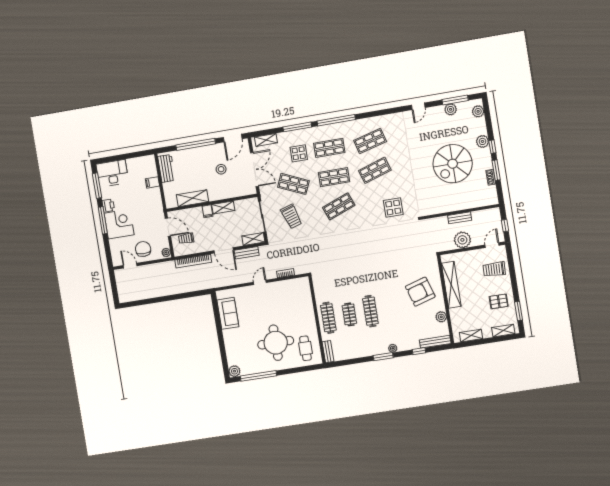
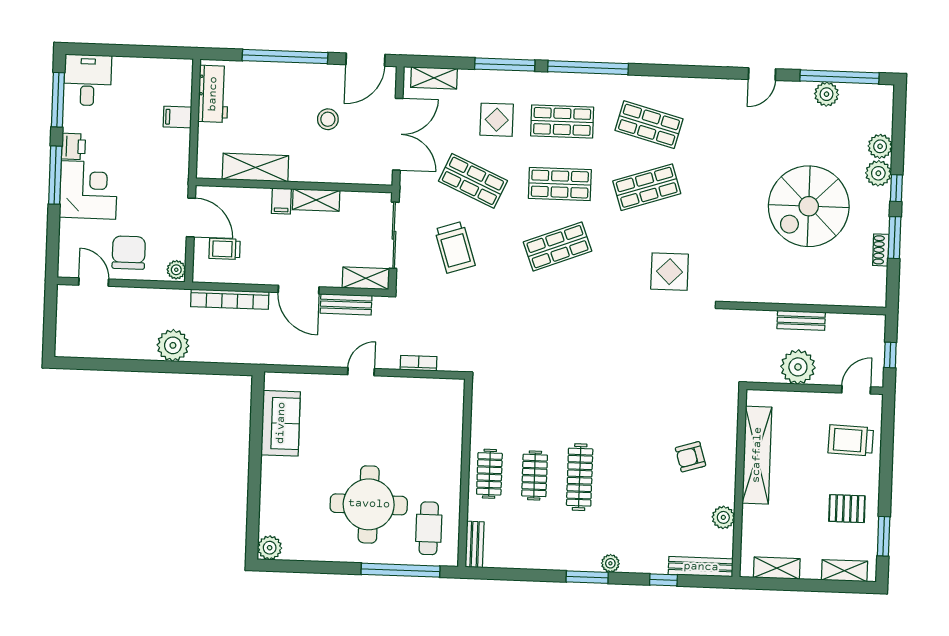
window: (455, 100) -> (839, 77), width x1.46
plant: (478, 111) -> (880, 146), moved
shop shelf: (370, 141) -> (649, 125), turned 30
desk: (112, 173) -> (88, 80), width x0.73
plant: (172, 287) -> (173, 345), added
armchair: (420, 292) -> (690, 457), width x0.53, depth x0.53
clothes rail: (328, 318) -> (489, 474), width x0.73
window: (258, 376) -> (400, 570), moved

